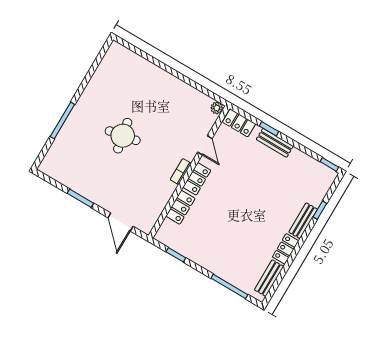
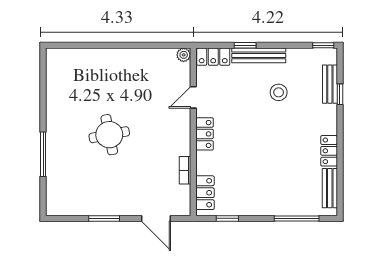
bench: (275, 143) -> (259, 55), width x1.36
door: (205, 145) -> (193, 97), swing flipped
bookcase: (181, 172) -> (185, 170), moved
stool: (273, 180) -> (279, 92), added
locker: (180, 207) -> (205, 193), moved
bench: (303, 221) -> (330, 84), moved

